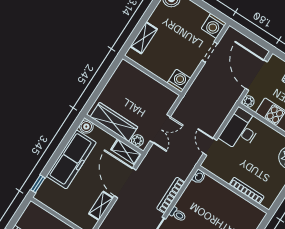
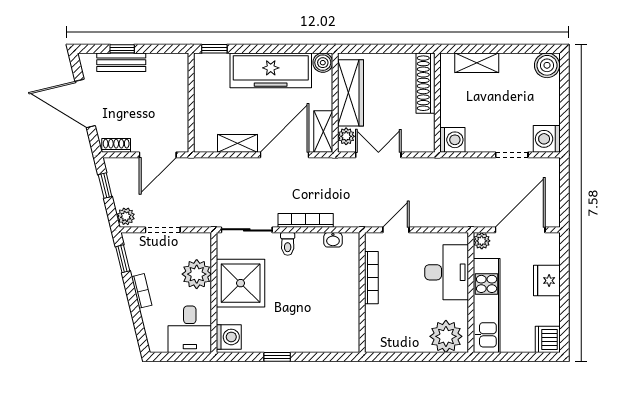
shoe rack: (136, 75) -> (426, 83), added
double door: (160, 129) -> (378, 155), swing flipped
desk: (241, 130) -> (447, 272), moved, turned 90
washbasin: (199, 177) -> (333, 240), moved
bookcase: (247, 191) -> (371, 278), moved

